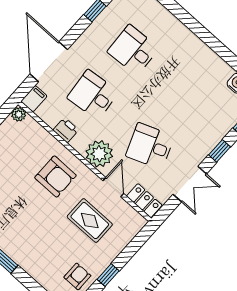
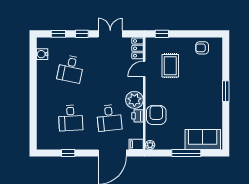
desk: (150, 146) -> (71, 69), moved, turned 33
plant: (99, 154) -> (134, 100), moved
armchair: (55, 176) -> (156, 115), moved
window: (108, 275) -> (162, 34), moved

